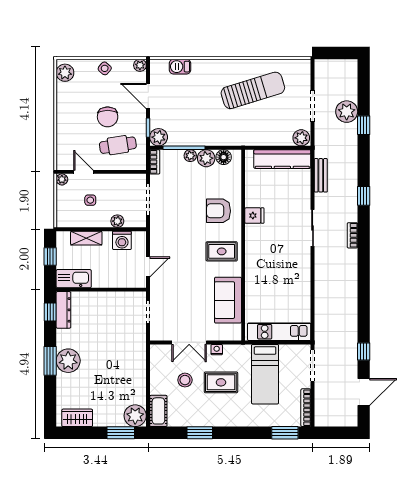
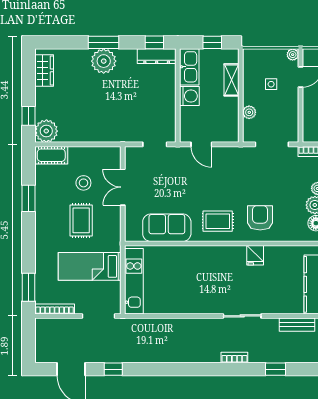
washing machine: (122, 240) -> (189, 96), moved, turned 180
rug: (222, 251) -> (218, 221), turned 90
nightstand: (217, 350) -> (115, 216), removed
window: (121, 433) -> (29, 116), width x0.67

